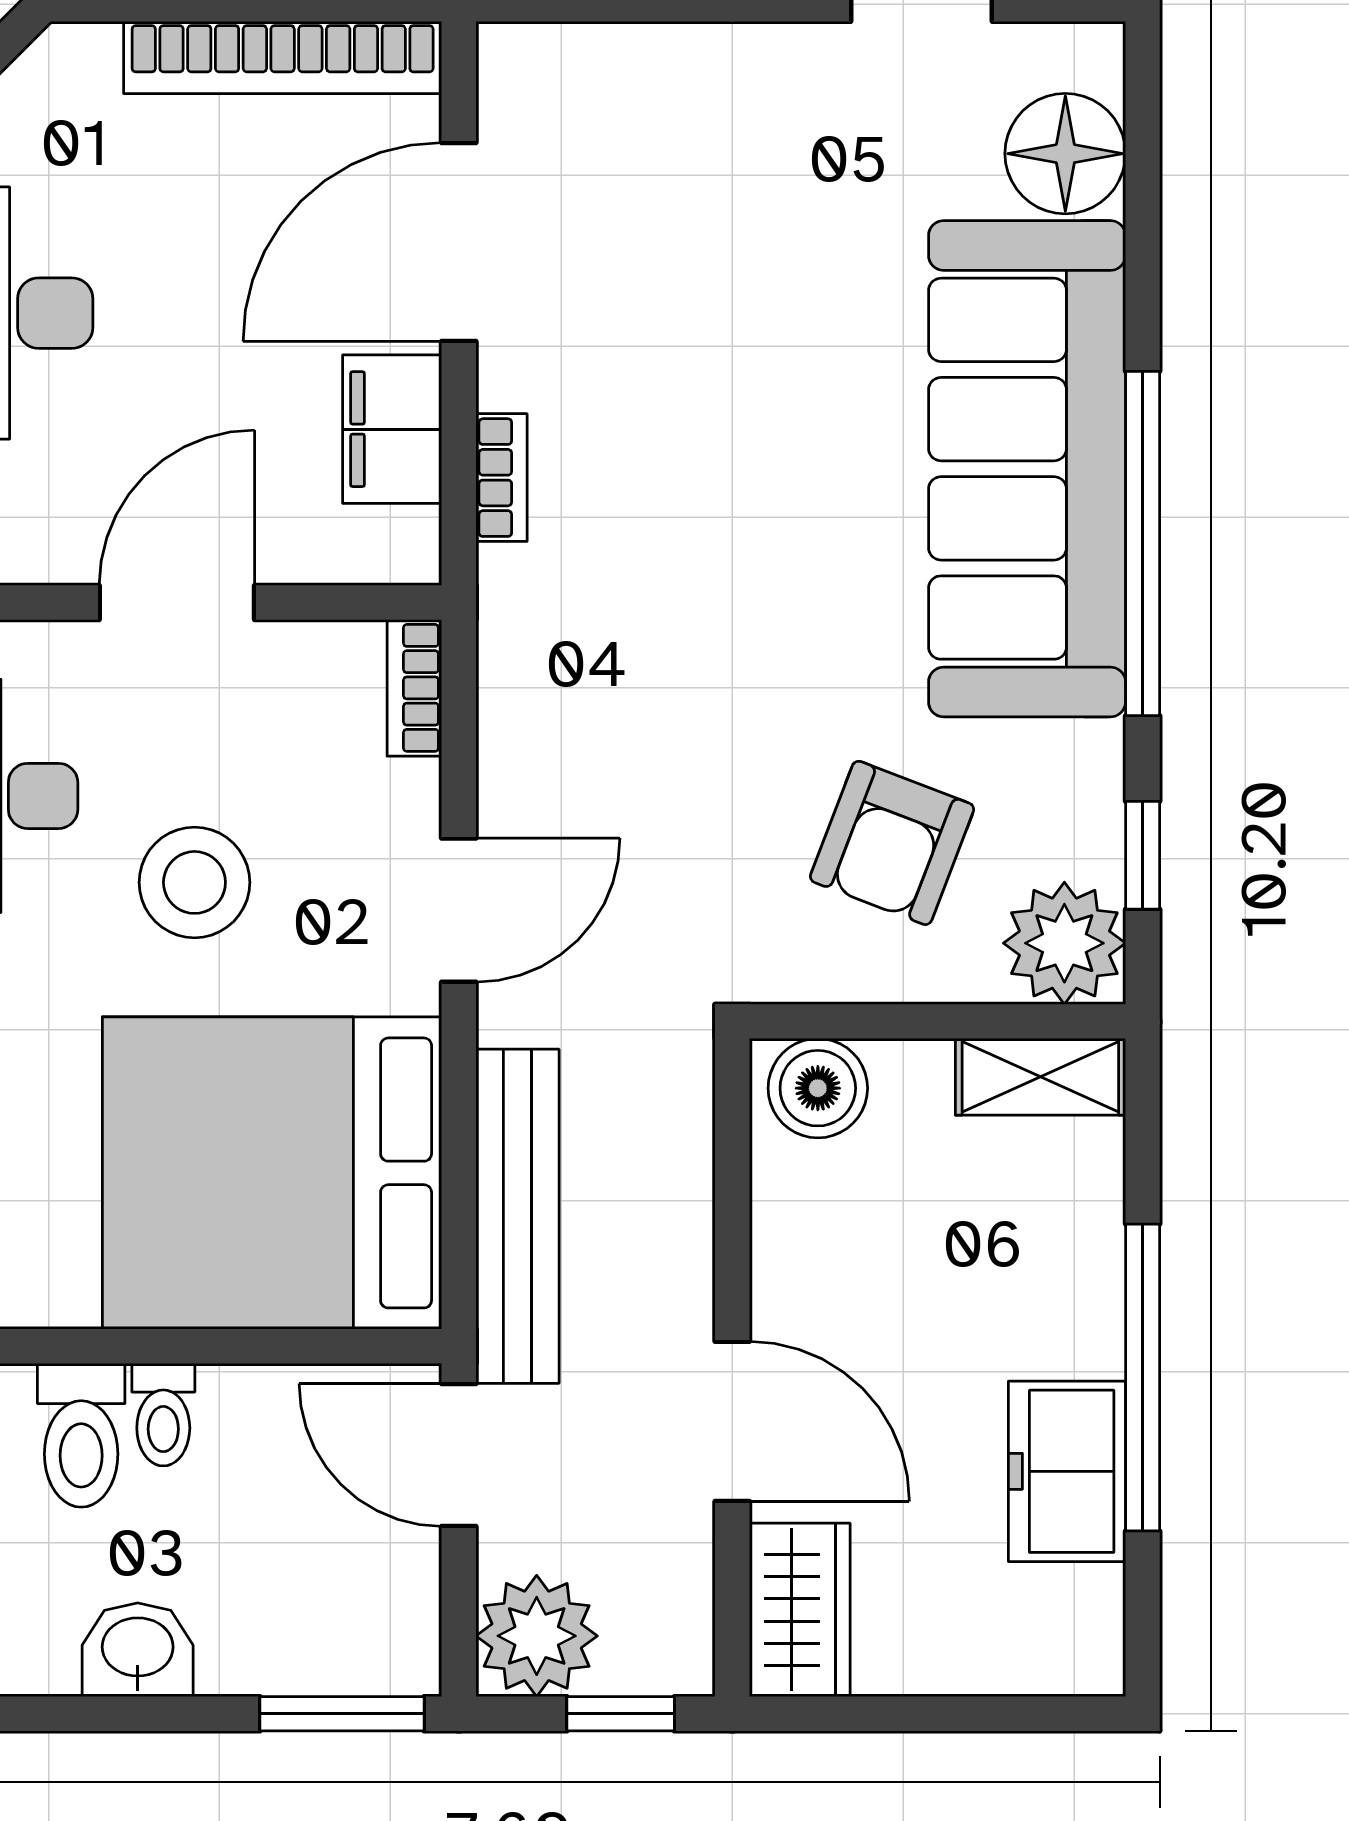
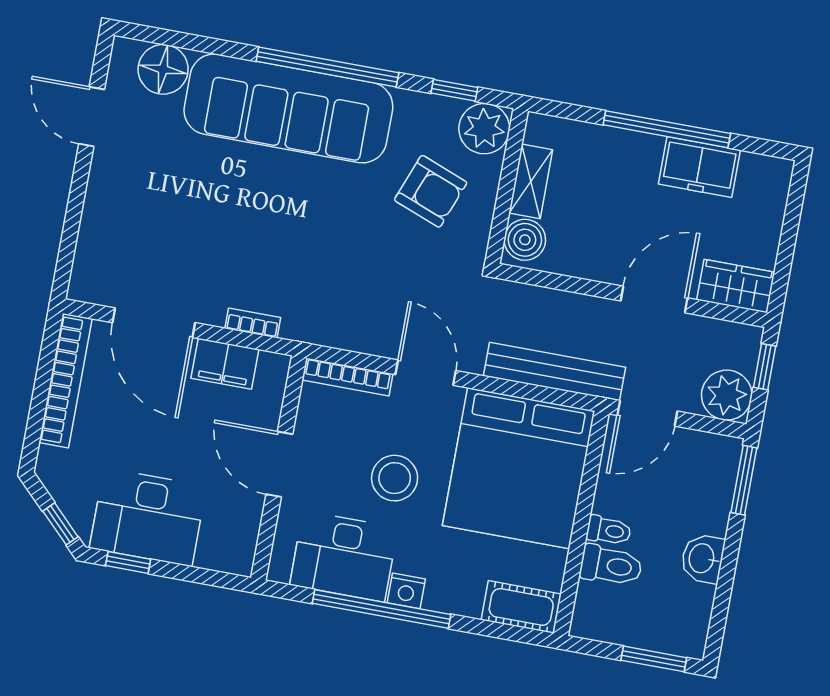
bookcase: (414, 688) -> (347, 377), width x1.56
shelving: (1040, 1077) -> (531, 181), moved

